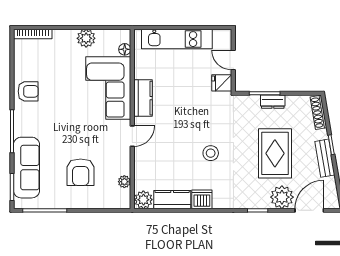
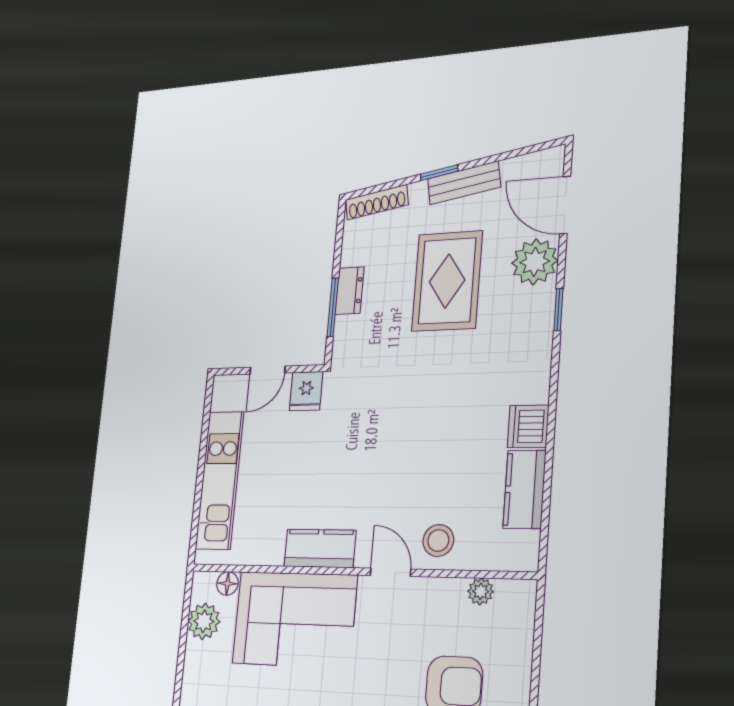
plant: (86, 38) -> (204, 621), moved
stool: (211, 153) -> (438, 541), moved
rug: (275, 153) -> (447, 281), turned 90
plant: (143, 200) -> (521, 551), removed

